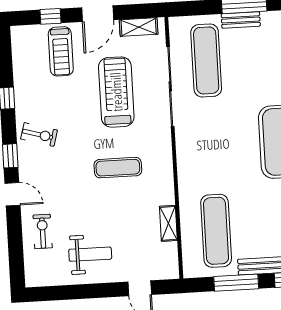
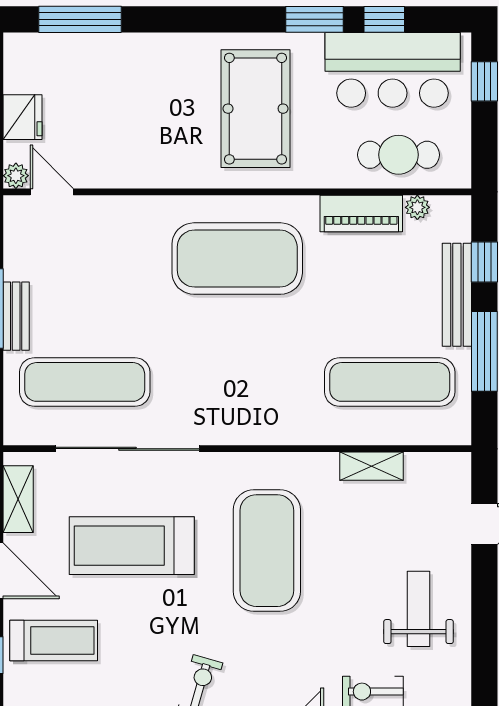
exercise mat: (118, 168) -> (267, 551), width x2.00, depth x1.45

